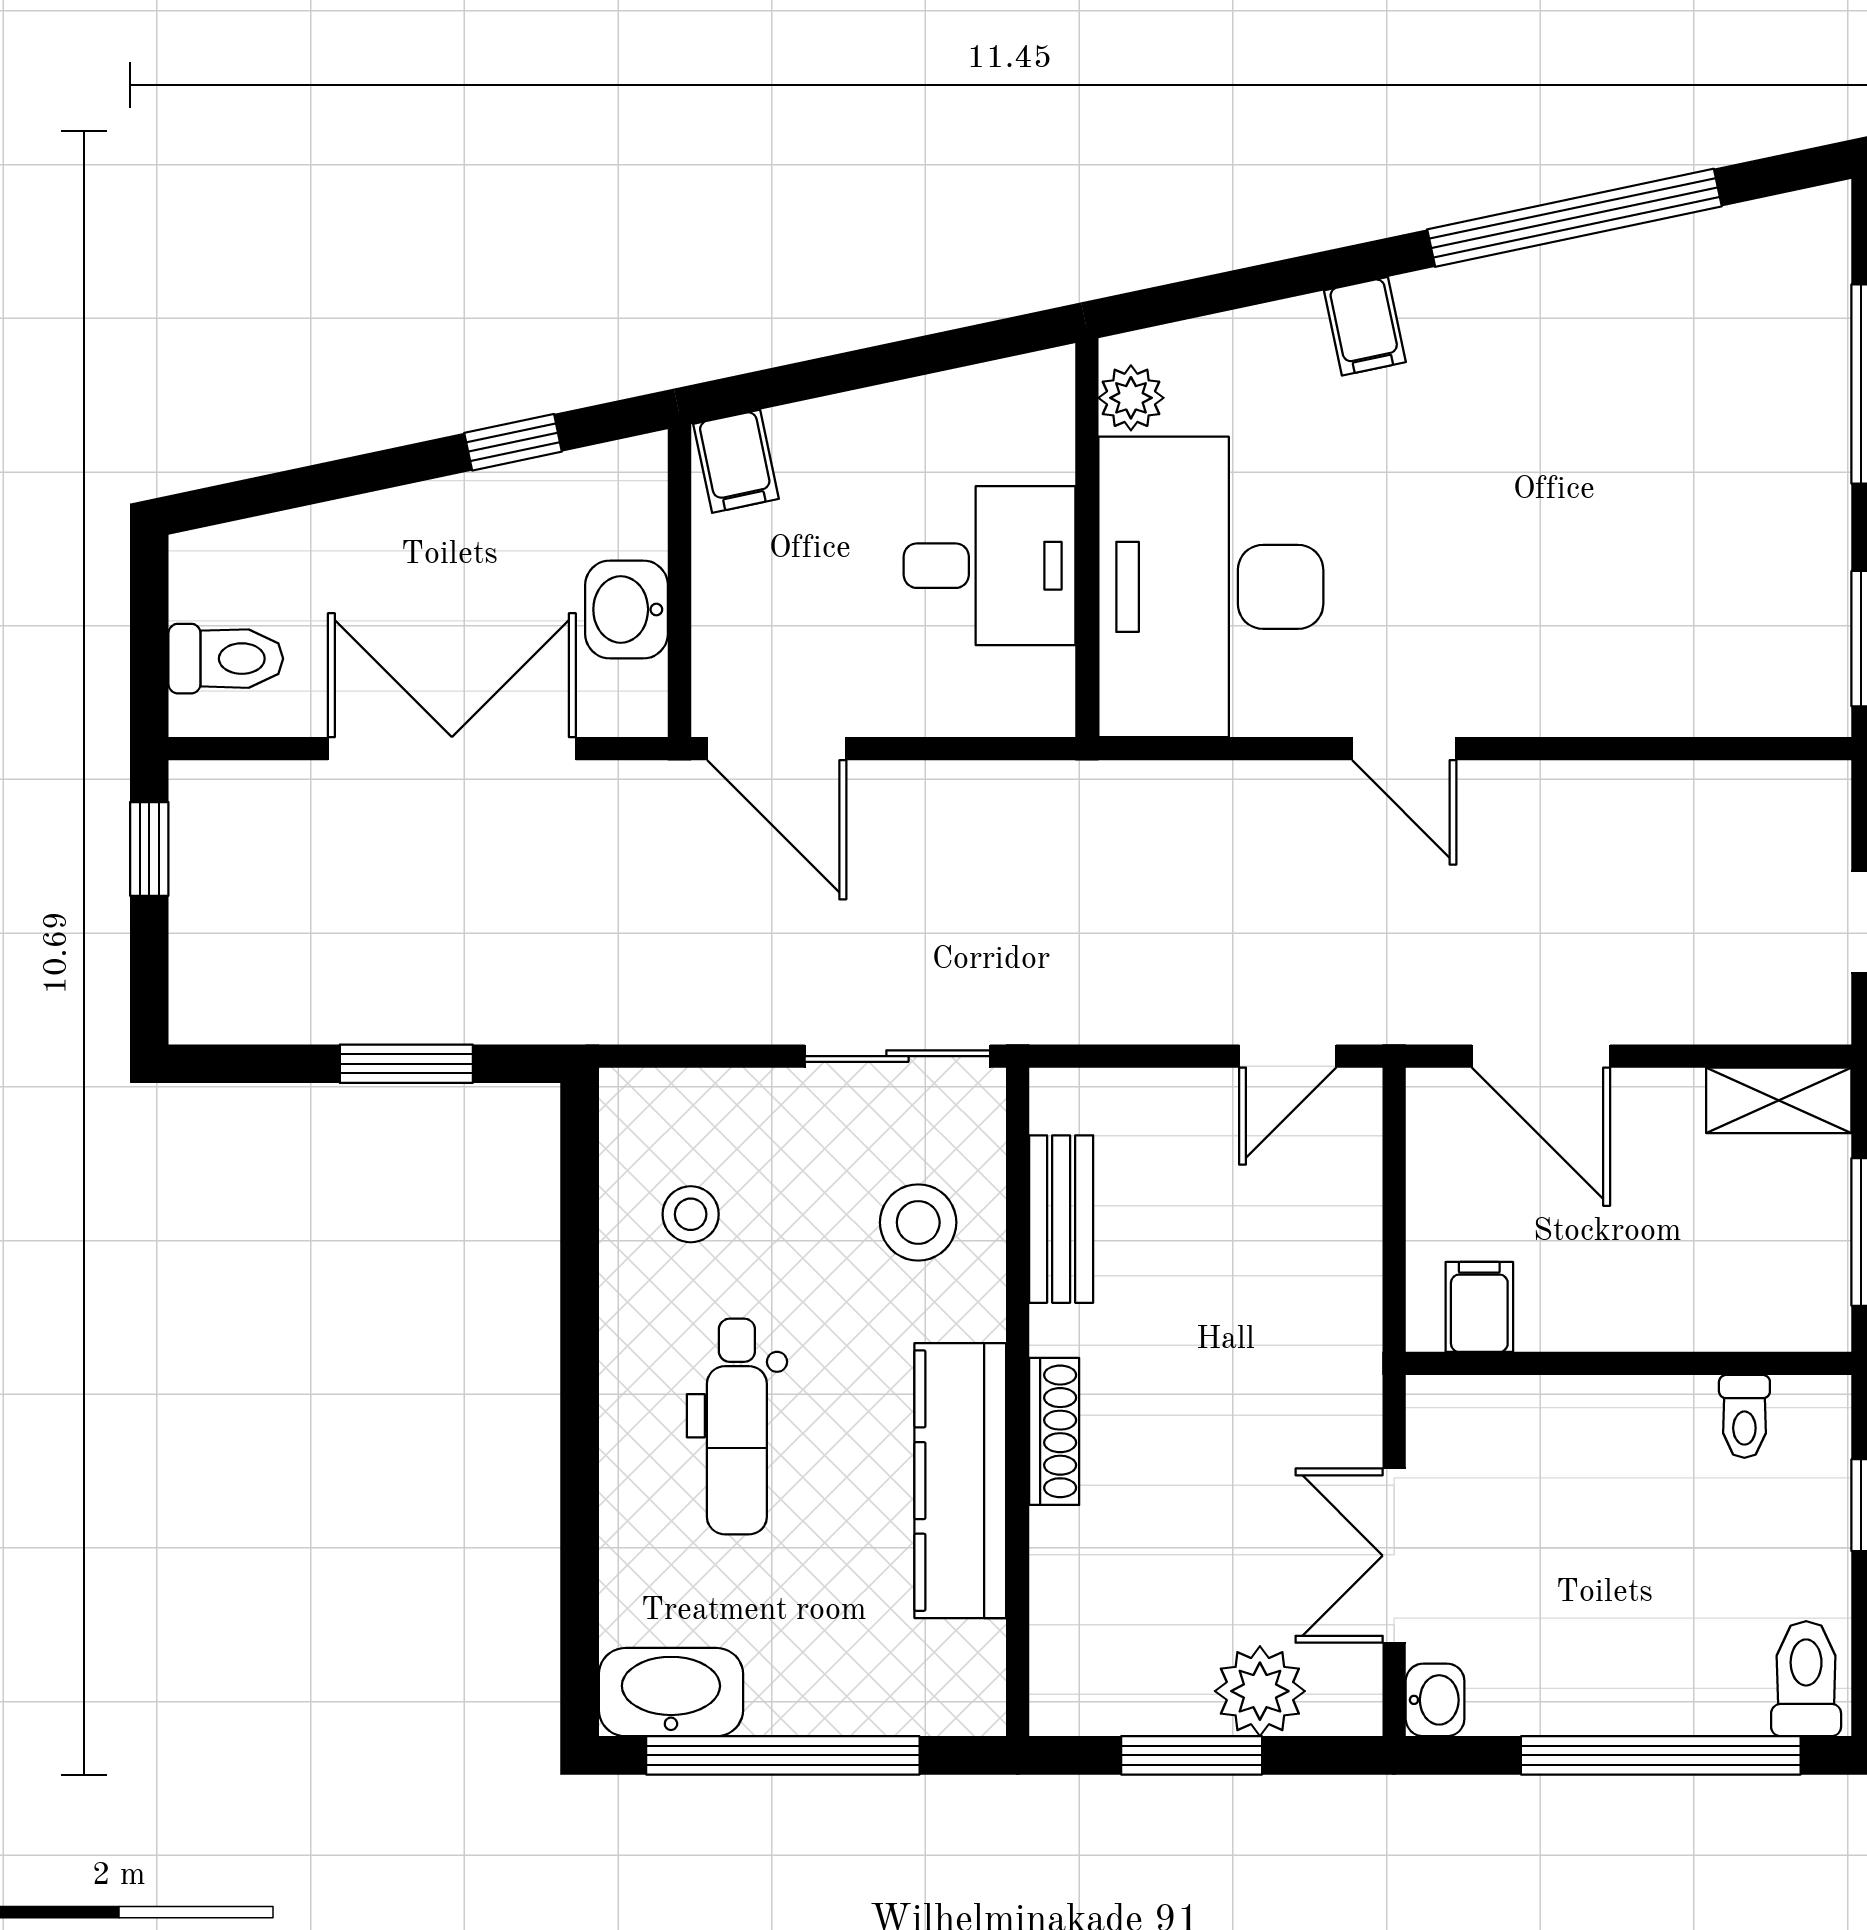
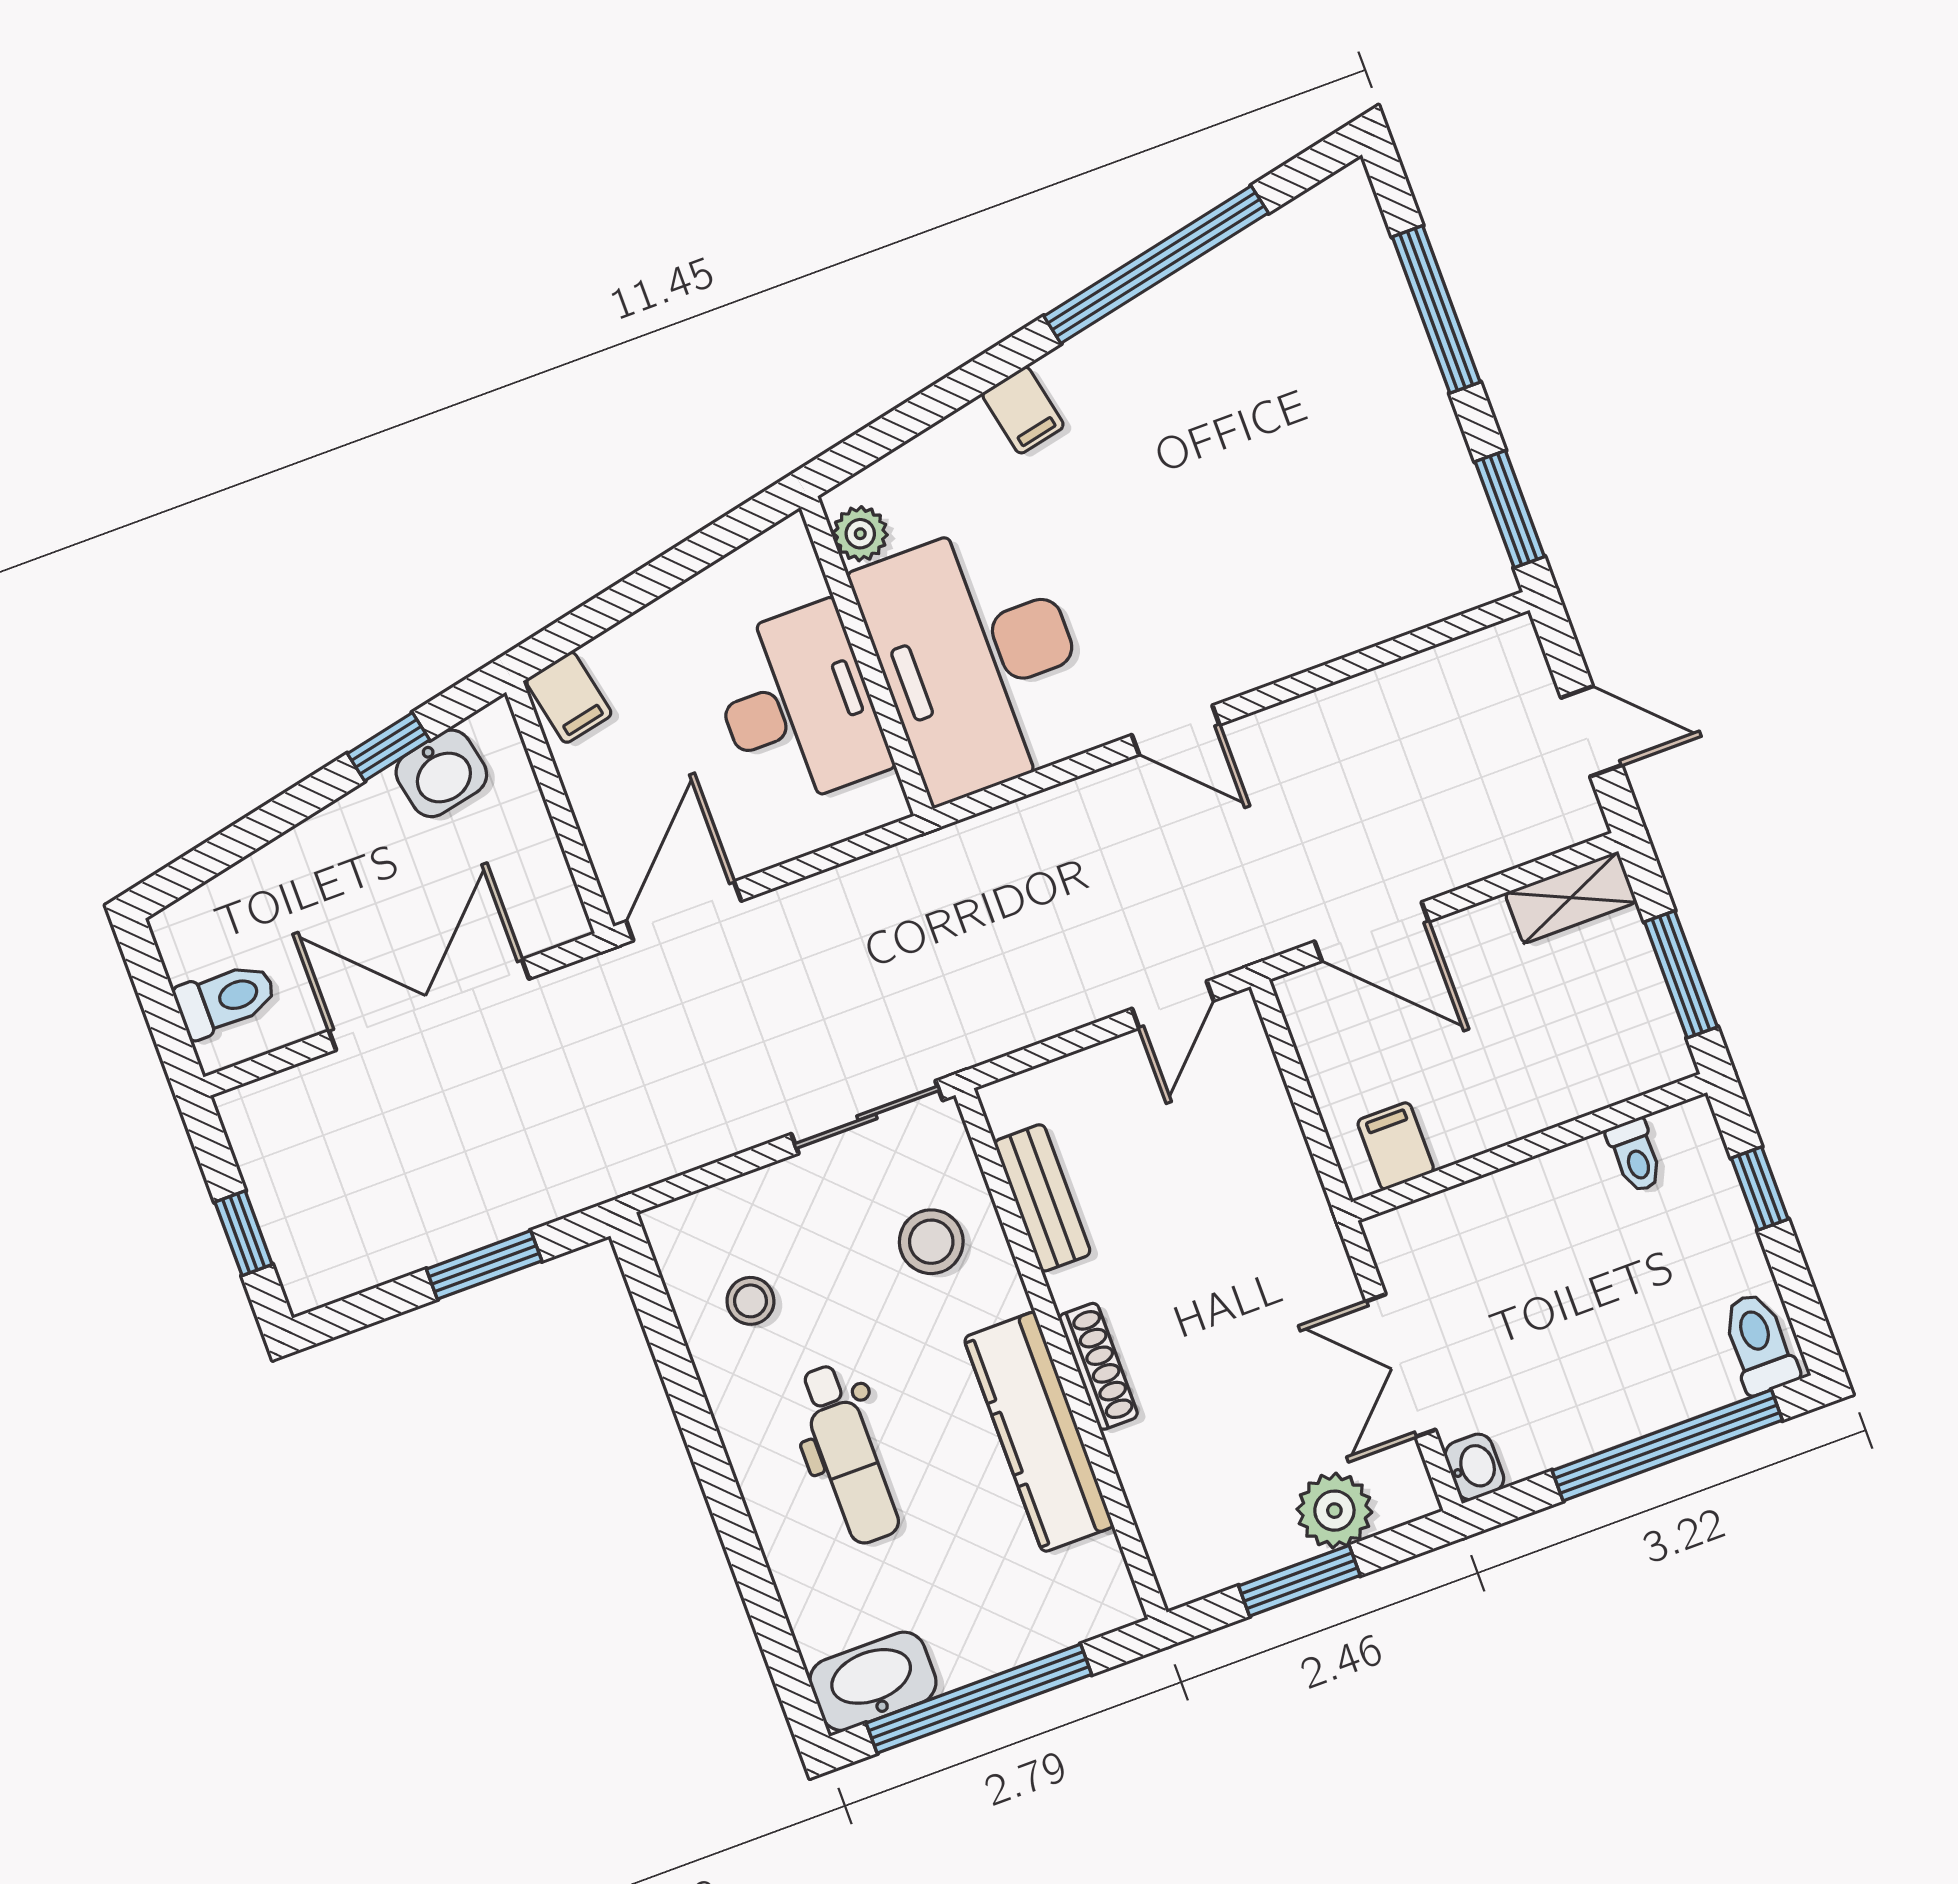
desk: (989, 566) -> (798, 706), width x1.37
washbasin: (627, 609) -> (441, 773), moved, turned -102
door: (777, 749) -> (684, 911), swing flipped
window: (149, 849) -> (244, 1233), moved

